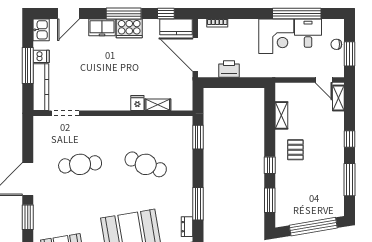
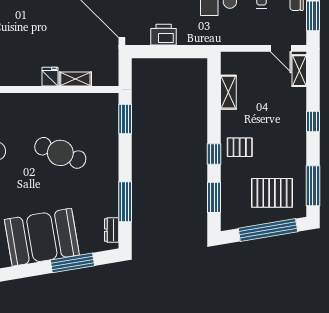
pallet: (295, 150) -> (240, 147), moved, turned 90
window: (350, 180) -> (313, 186), moved
pallet: (317, 197) -> (272, 193), added

